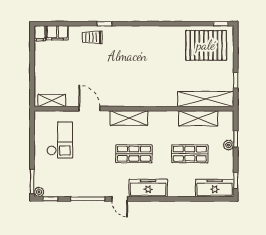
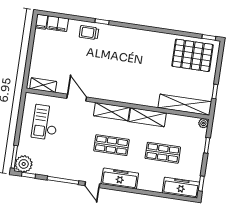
shelving: (198, 118) -> (148, 117), moved
checkout: (60, 140) -> (45, 122), turned 180
plant: (229, 145) -> (203, 123), moved
plant: (39, 192) -> (24, 164), width x1.88, depth x1.88

